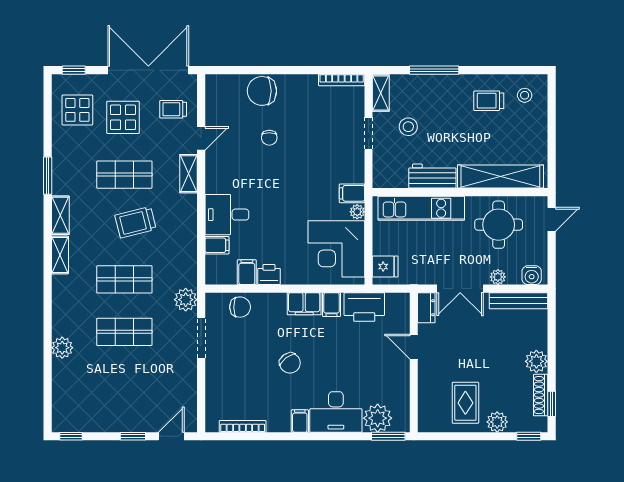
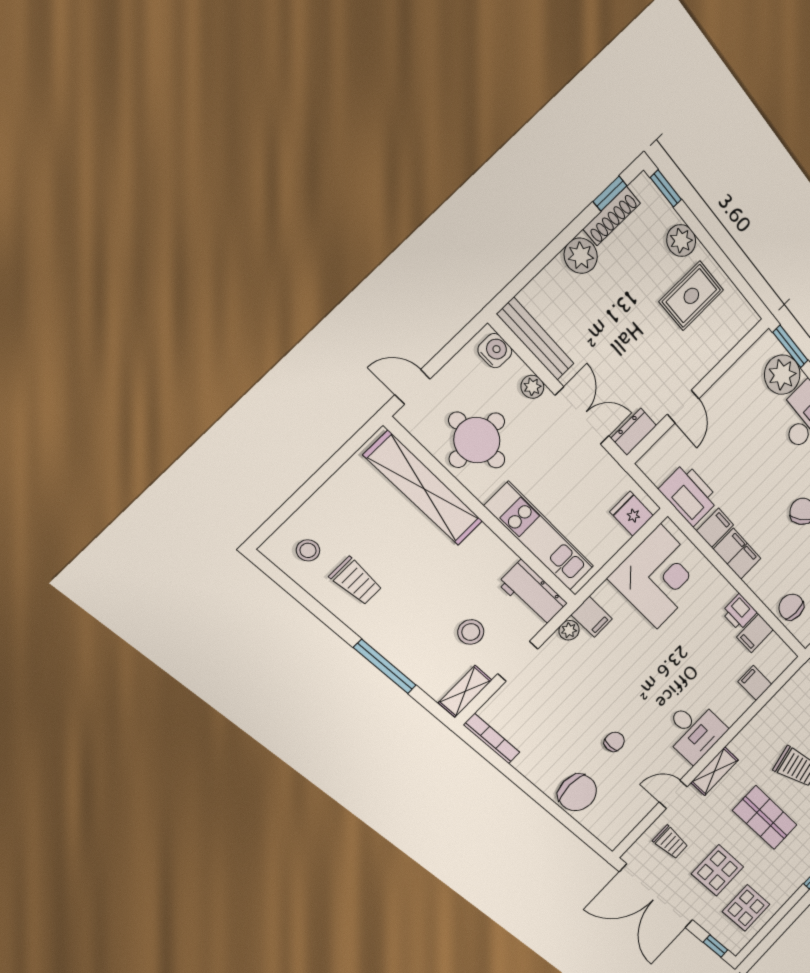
workbench: (432, 176) -> (533, 593), moved
plant: (357, 212) -> (569, 630), moved
desk: (227, 215) -> (694, 731), moved

